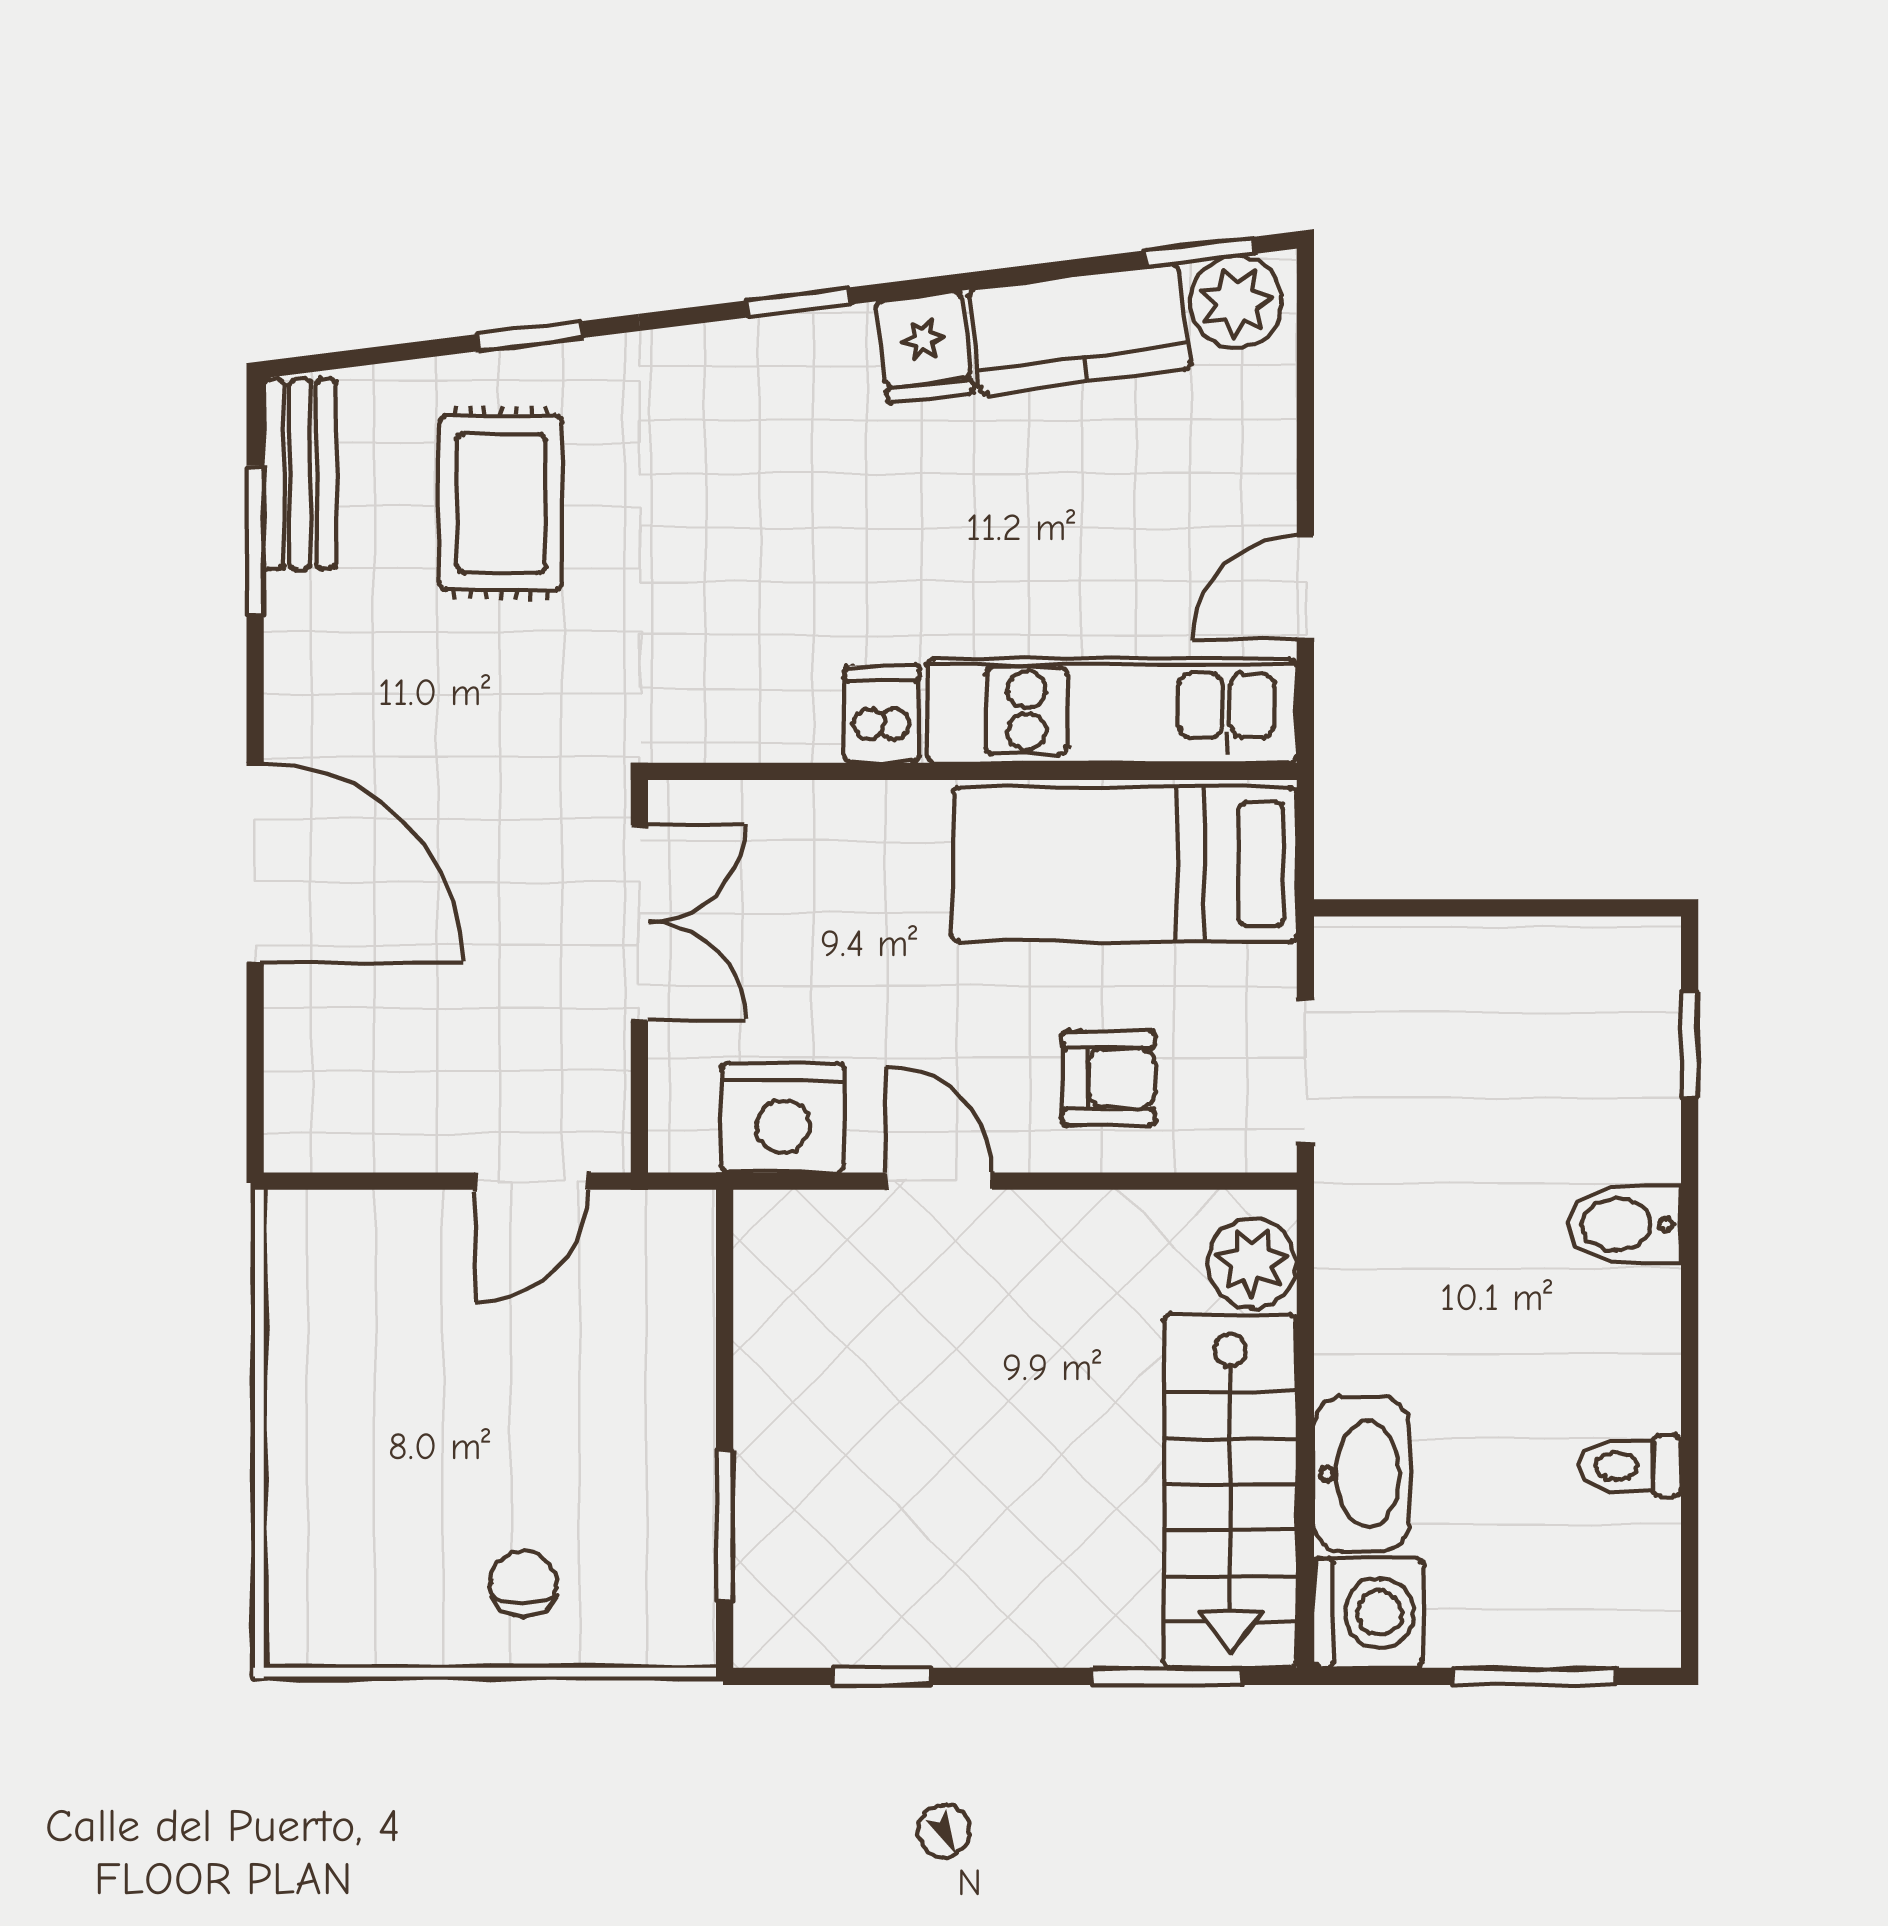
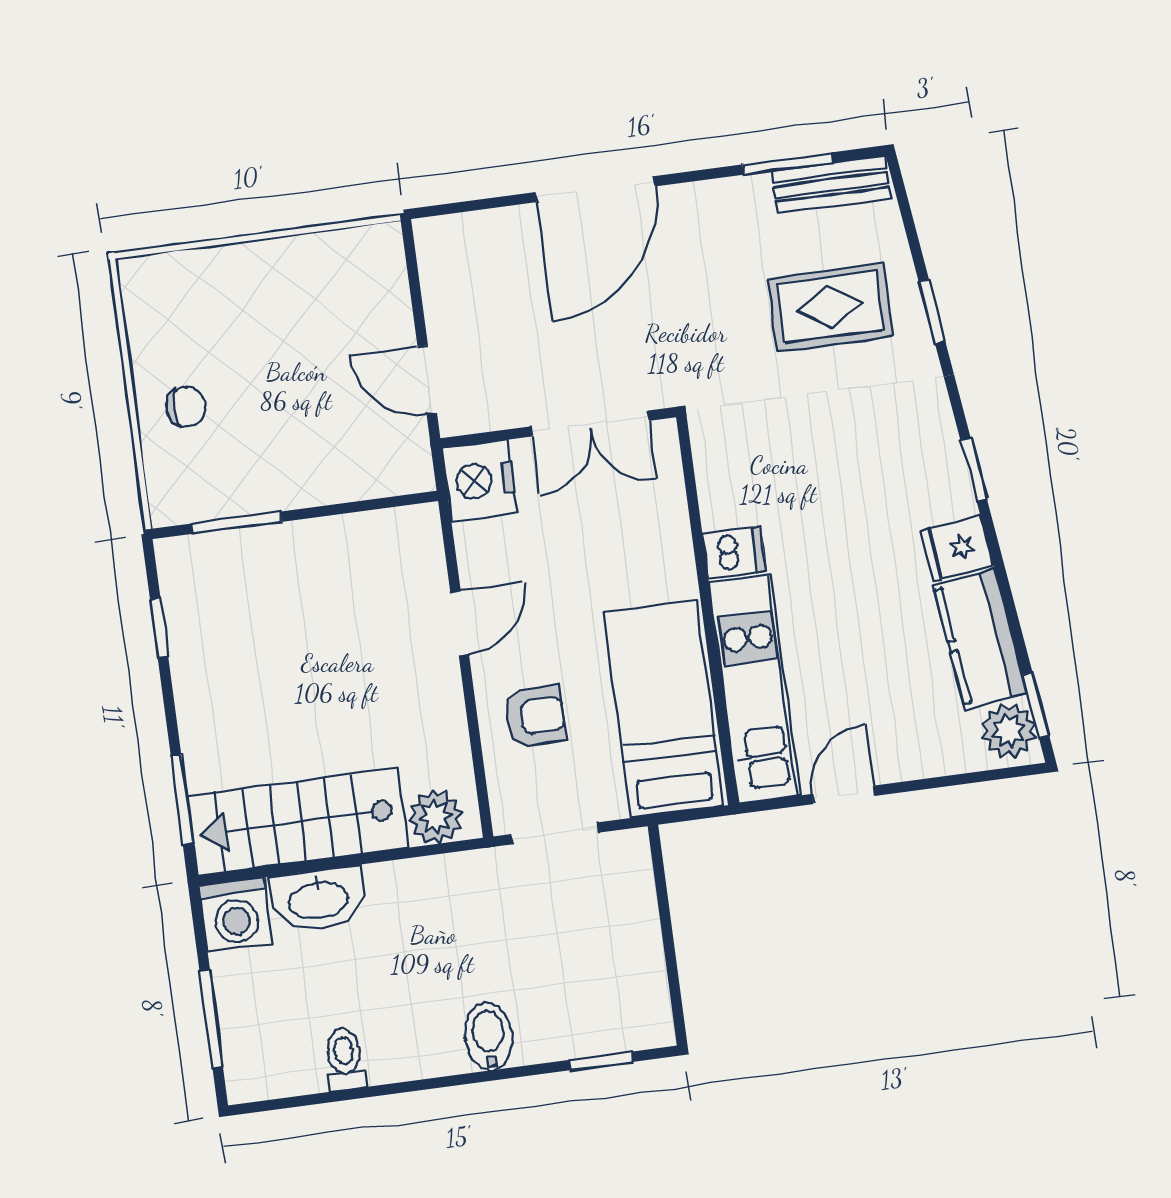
door: (1305, 588) -> (844, 795), hinge flipped
armchair: (1109, 1078) -> (535, 716), turned -90
nightstand: (783, 1118) -> (479, 481), moved

